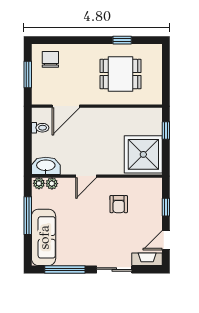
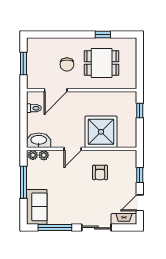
chair: (50, 59) -> (67, 64), moved, turned 180
shower: (143, 154) -> (101, 132), moved
sofa: (44, 237) -> (37, 207), width x0.73

